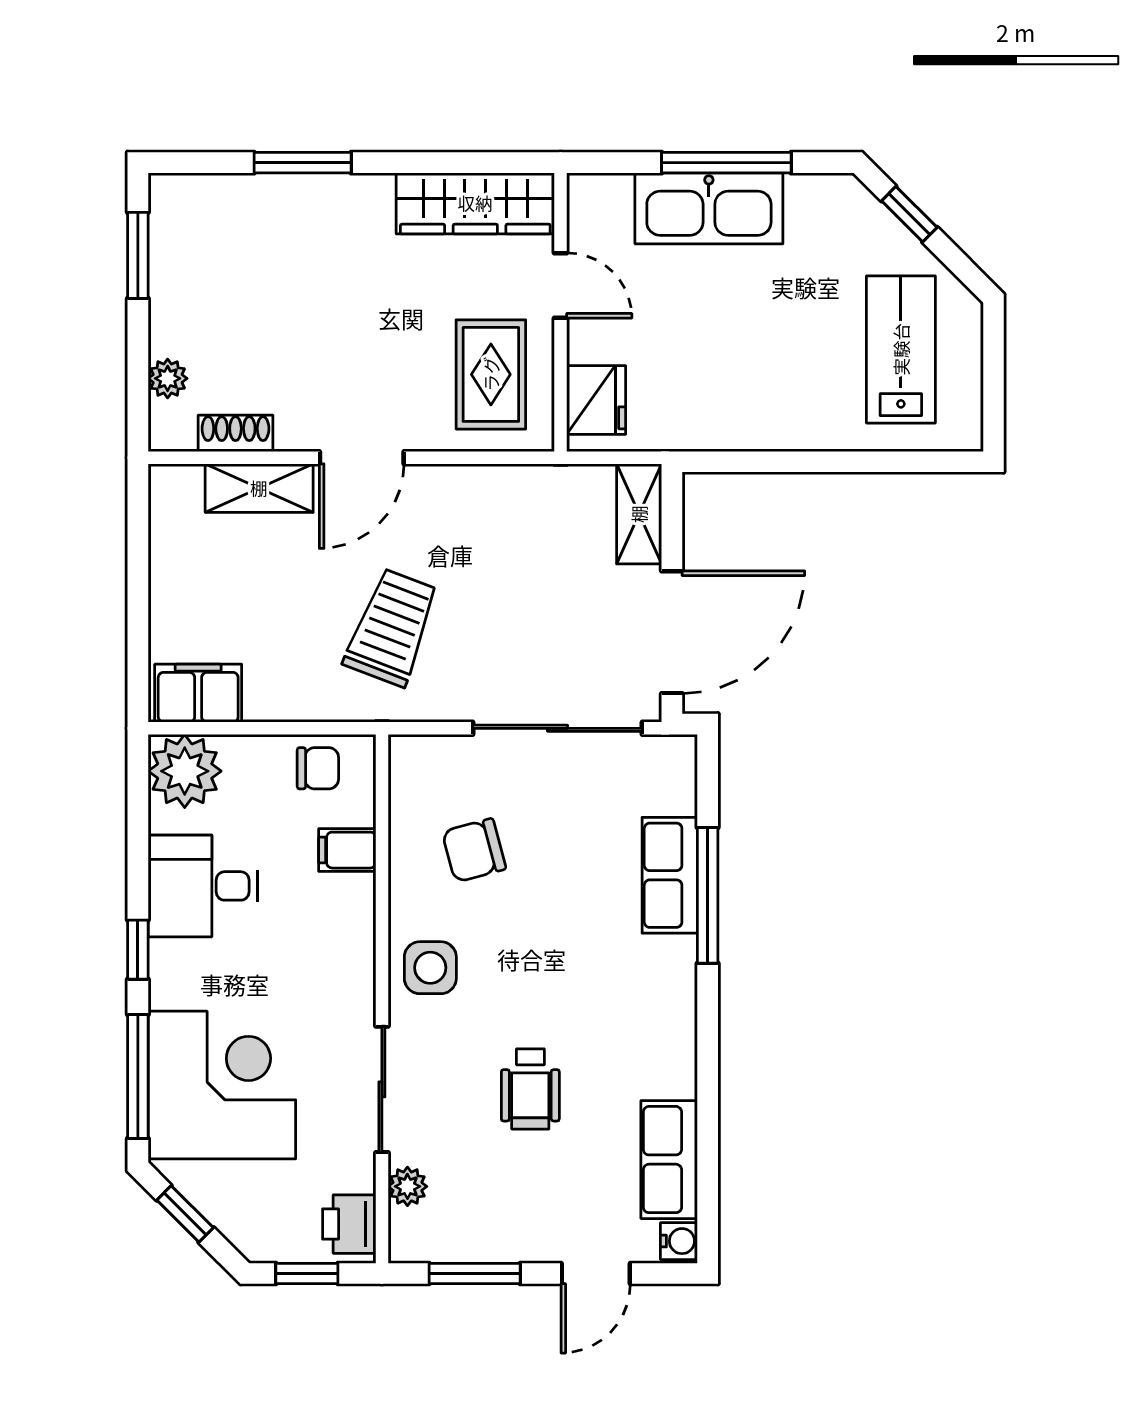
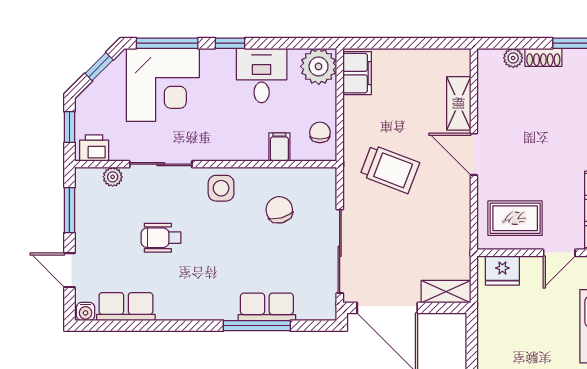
shoe rack: (235, 433) -> (543, 57), moved, turned 90
chair: (318, 768) -> (320, 132), turned 180

